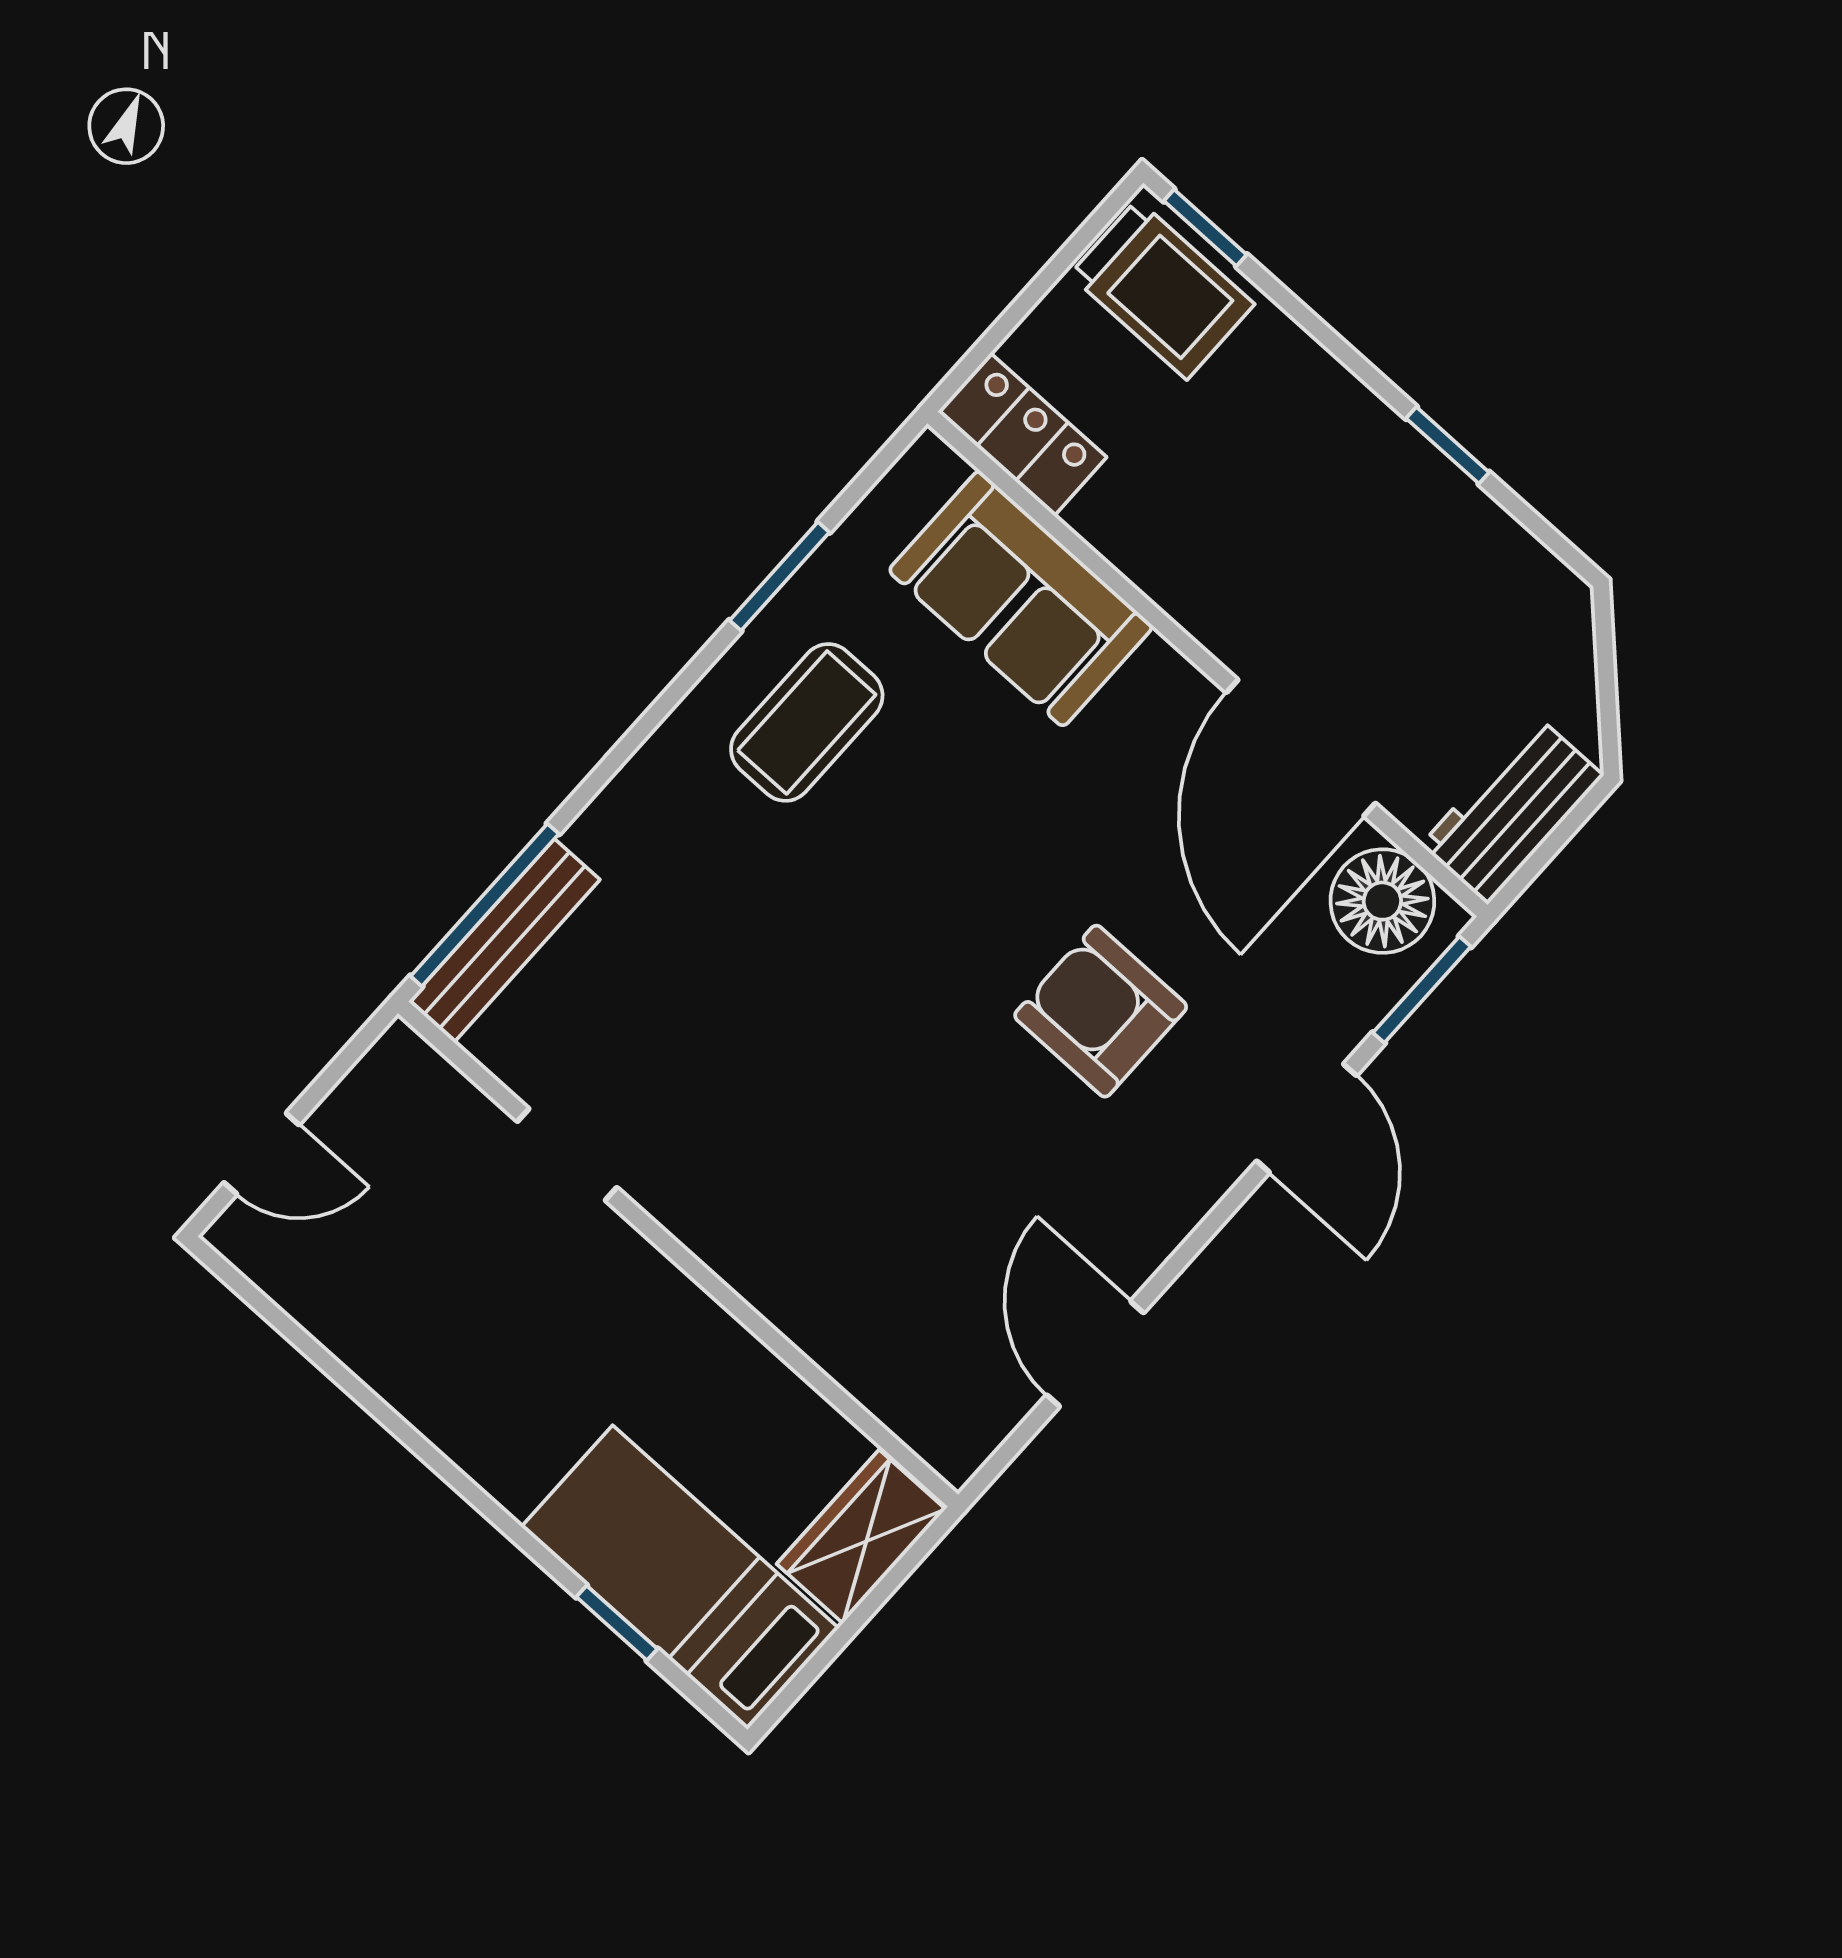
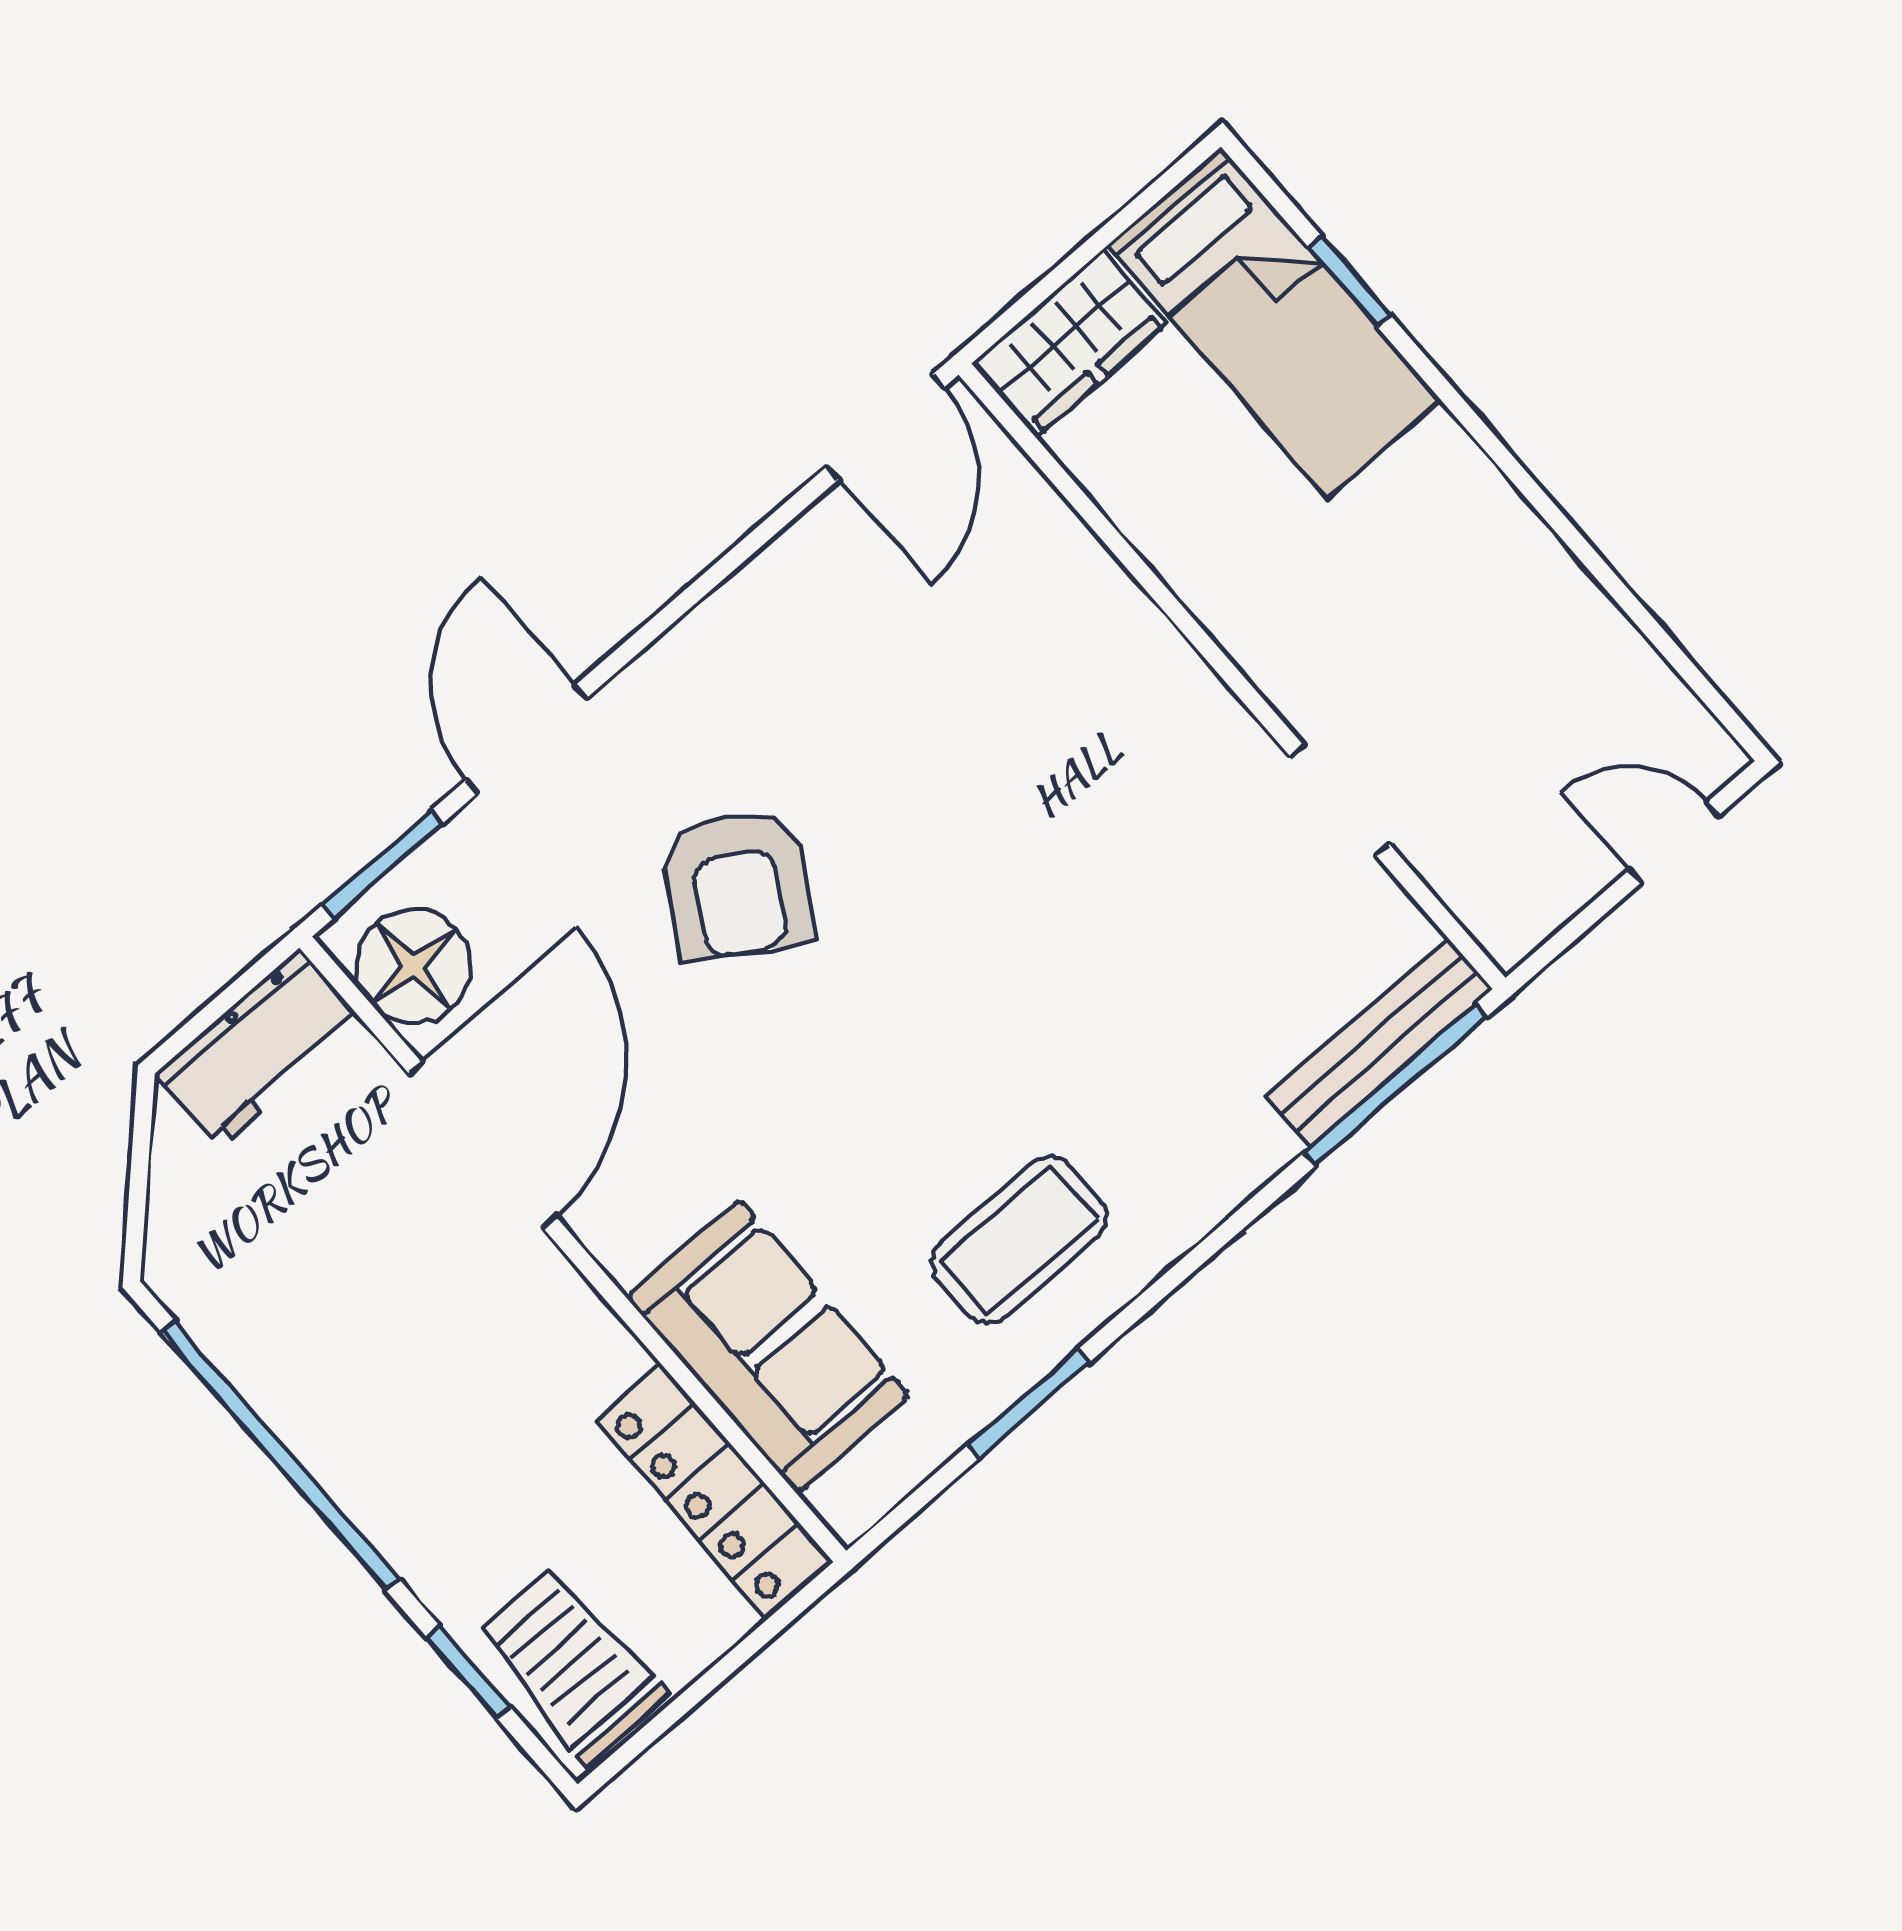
window: (1205, 228) -> (469, 1672), moved
locker: (1022, 434) -> (714, 1491), width x1.53
window: (1448, 445) -> (280, 1456), width x3.17
armchair: (1101, 1011) -> (737, 884), turned 32
door: (1095, 1354) -> (885, 427), moved

